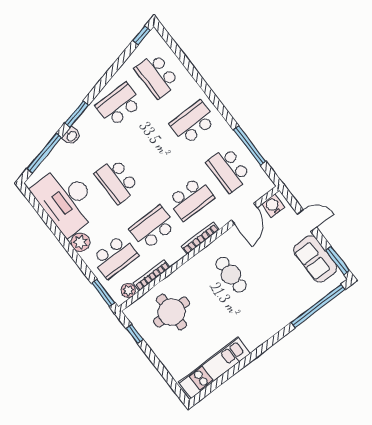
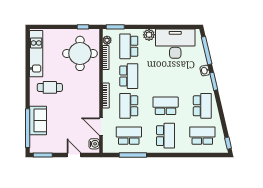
school desk: (117, 181) -> (166, 106), moved
door: (307, 221) -> (74, 155), swing flipped
sofa: (315, 259) -> (38, 120), moved, turned 90
cafe table: (231, 275) -> (50, 87), moved
round table: (172, 312) -> (80, 53), width x1.36, depth x1.36

